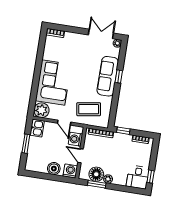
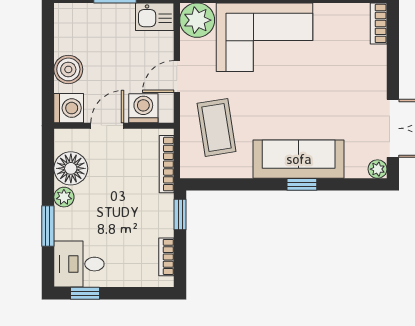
window: (97, 184) -> (48, 226), moved

